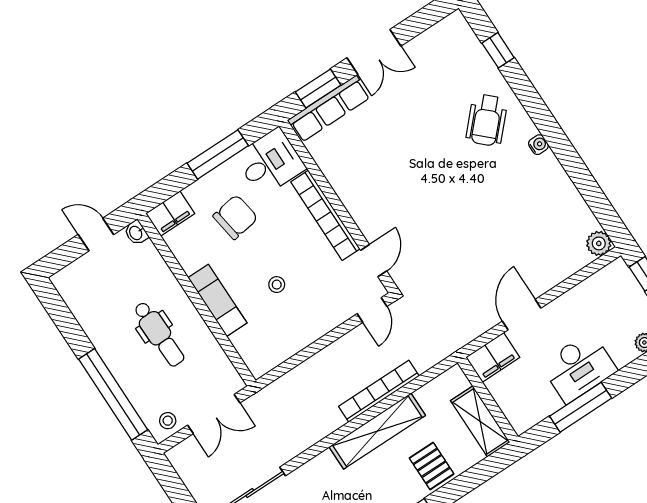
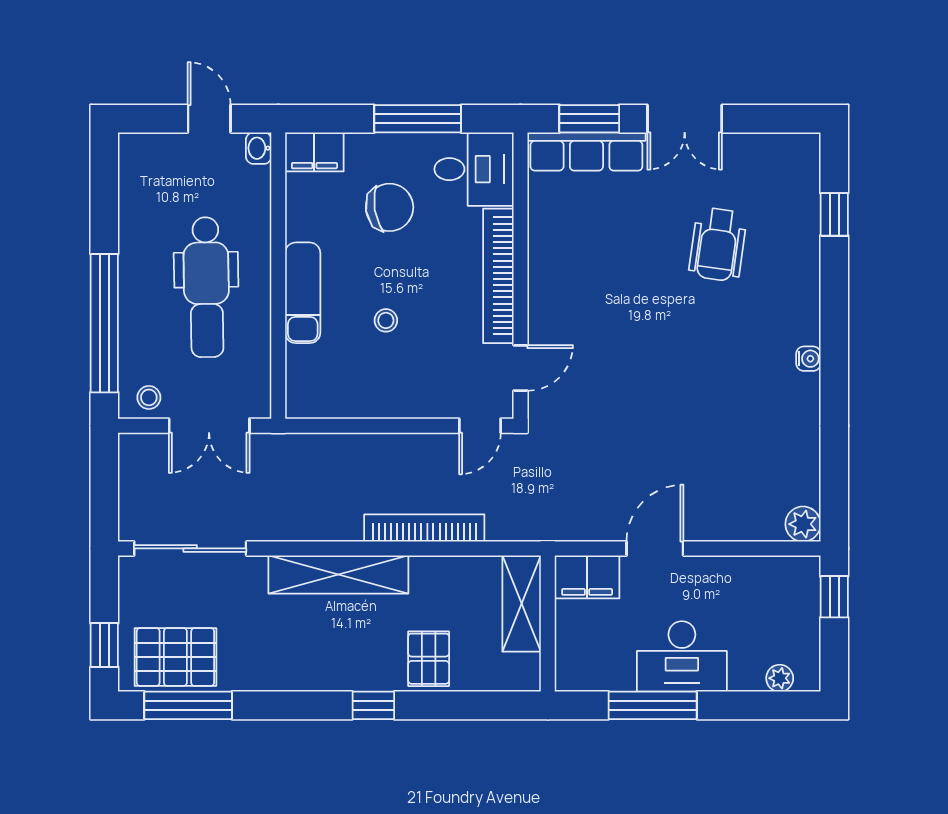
wheelchair: (487, 120) -> (718, 244), moved, turned -35
dental chair: (159, 334) -> (206, 287), width x1.36, depth x1.38
shelving: (480, 421) -> (522, 604), moved
shelving: (377, 431) -> (338, 574), moved

